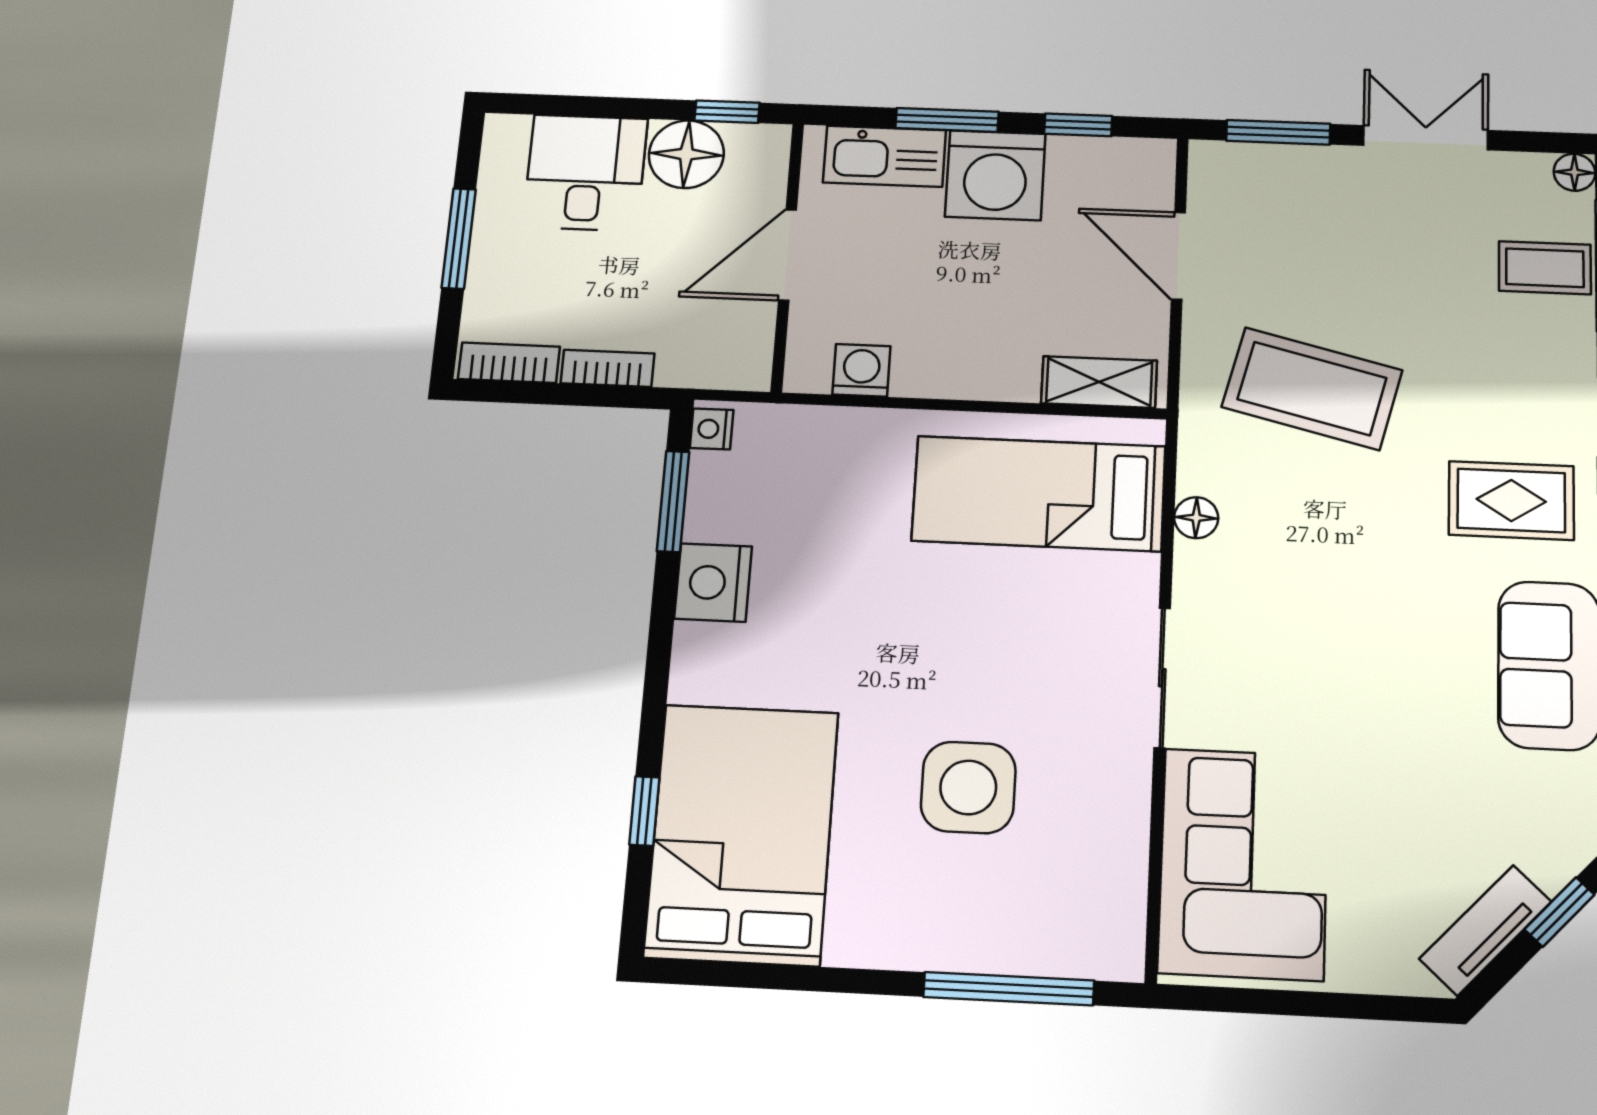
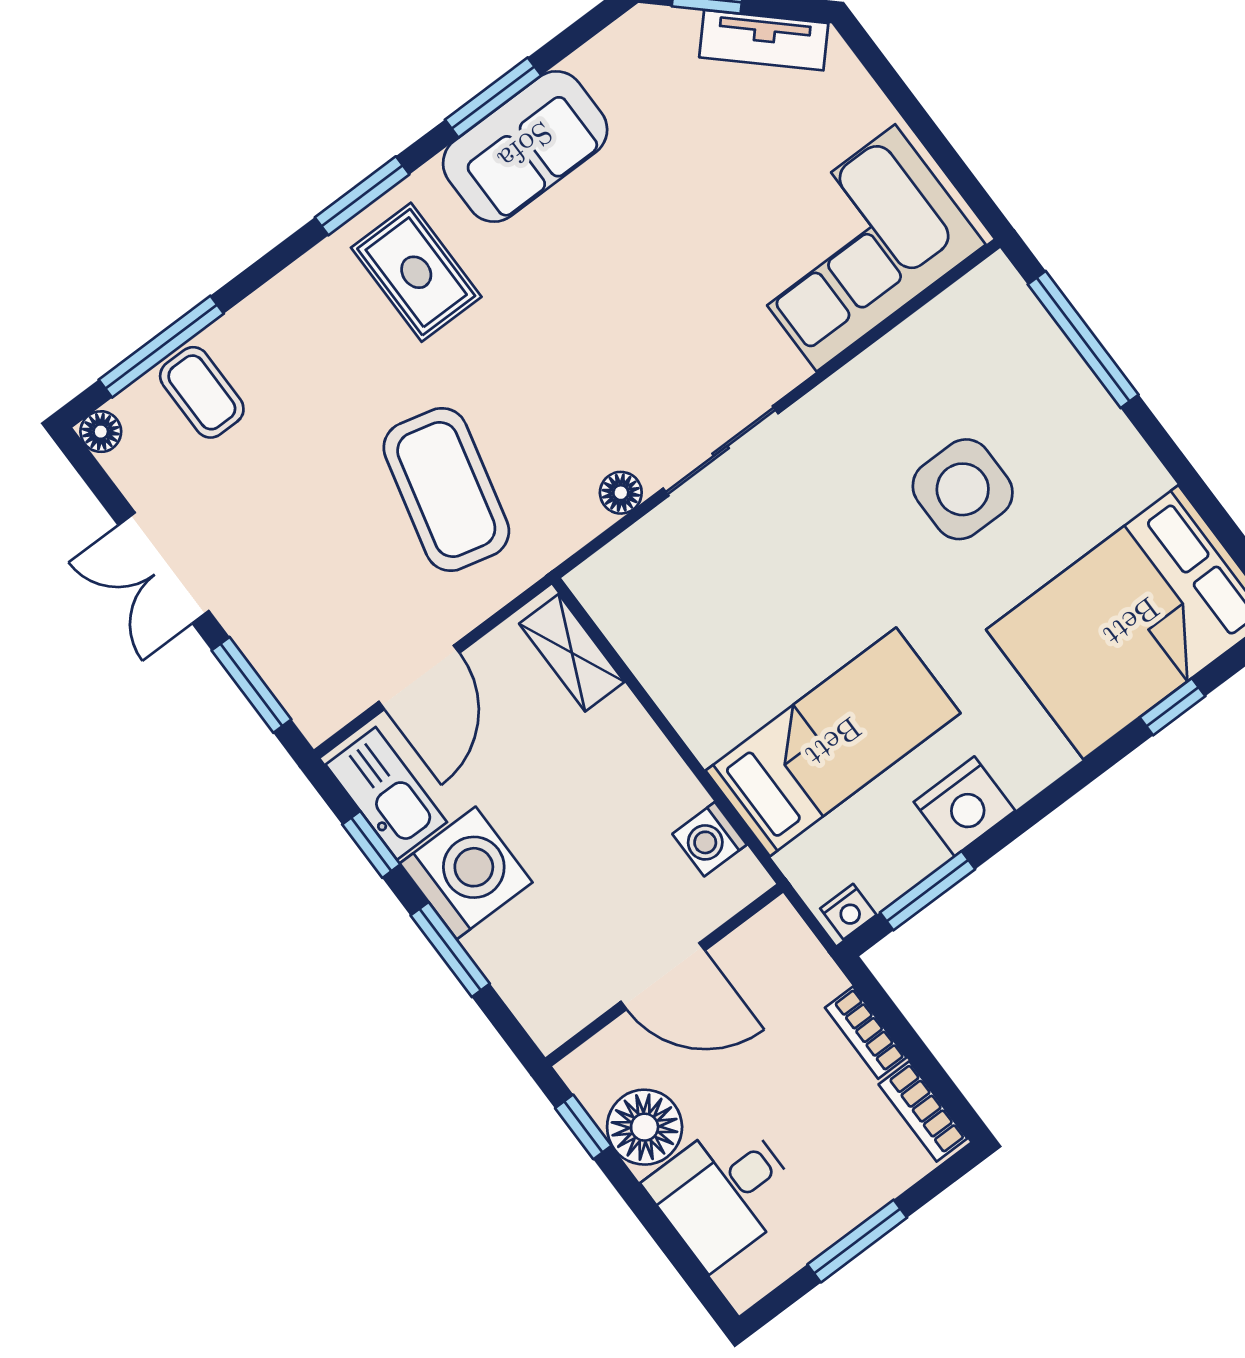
kitchen sink: (885, 156) -> (386, 793), moved
bed: (1039, 494) -> (833, 742), moved, turned -90
sliding door: (1162, 678) -> (721, 451), moved

